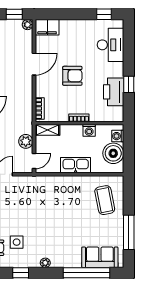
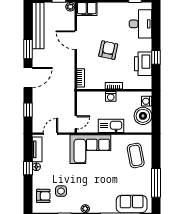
door: (34, 64) -> (76, 40), swing flipped
armchair: (72, 76) -> (108, 50), turned -78
shelving: (48, 130) -> (87, 96), removed
washing machine: (89, 130) -> (111, 96), moved
plant: (26, 141) -> (69, 106), removed
corner sofa: (51, 193) -> (90, 149), added

